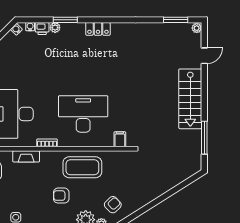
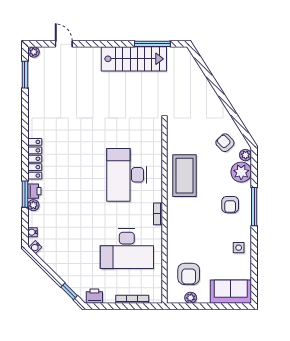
printer: (42, 29) -> (34, 191), moved
locker: (98, 29) -> (35, 159), width x1.53
stairs: (190, 99) -> (134, 59), moved
filing cabinet: (120, 139) -> (154, 135), removed
fireplace: (26, 156) -> (173, 236), removed
armchair: (61, 196) -> (230, 205), moved

